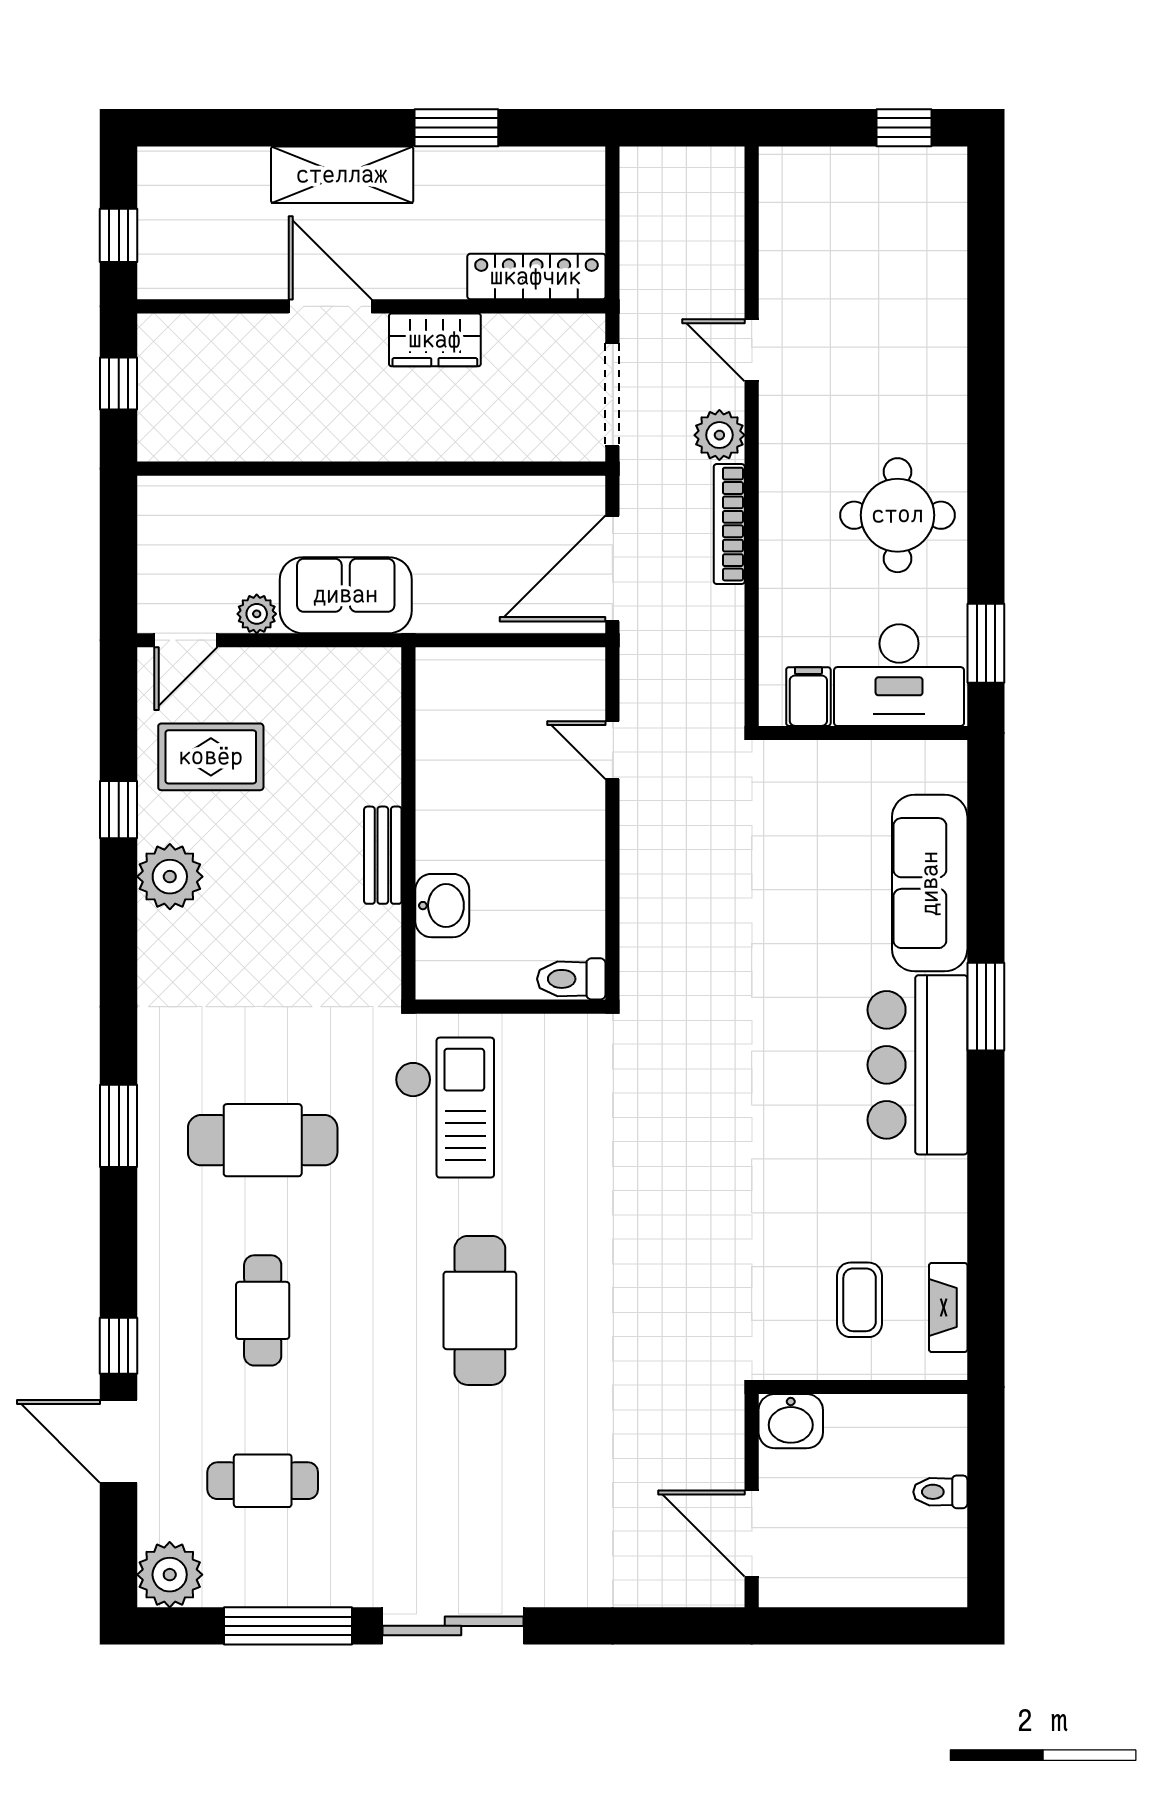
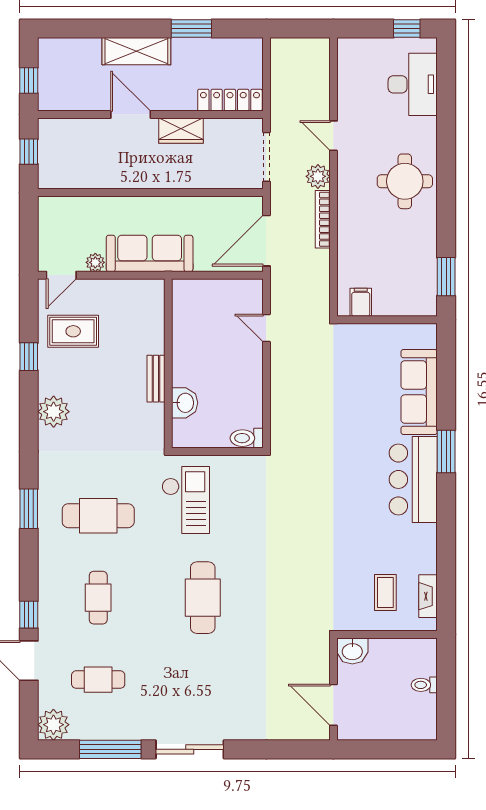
round table: (898, 515) -> (405, 181), moved
sofa: (346, 595) -> (150, 253), width x1.36
desk: (899, 675) -> (413, 84), moved, turned -90
plant: (170, 877) -> (54, 412), moved

